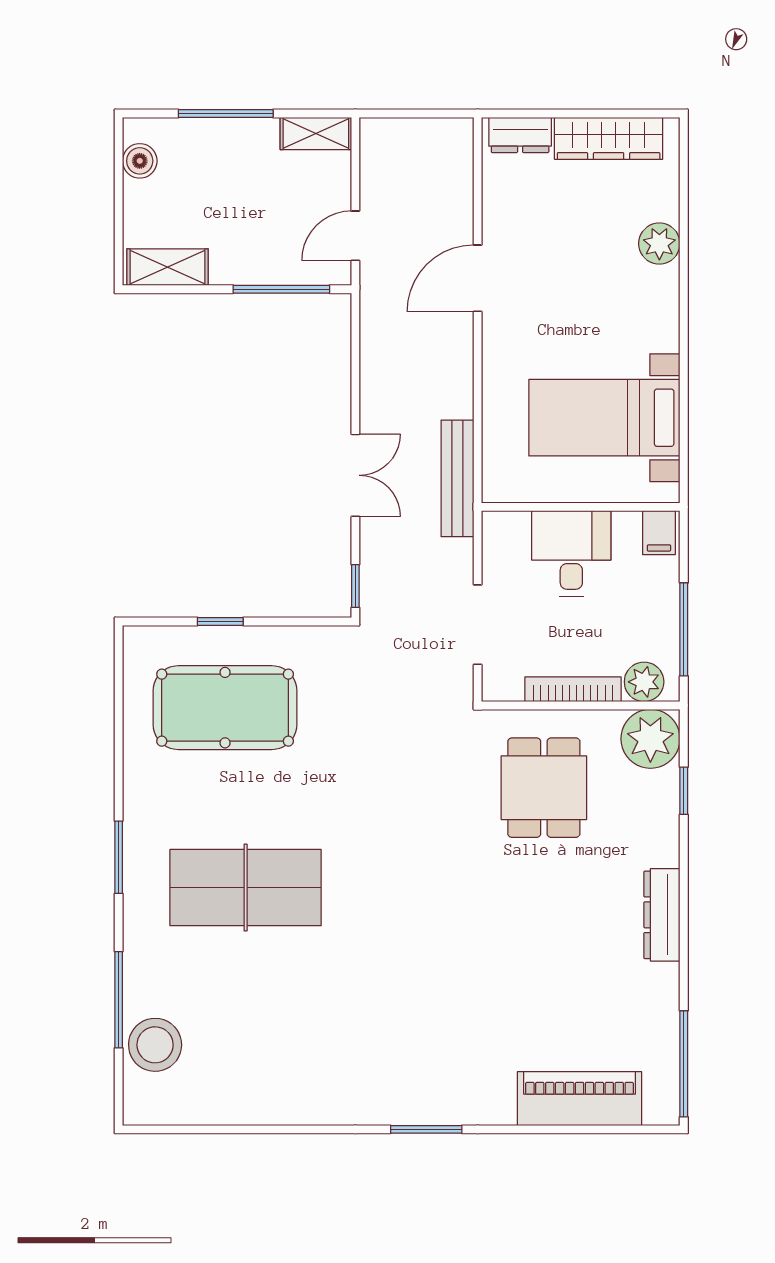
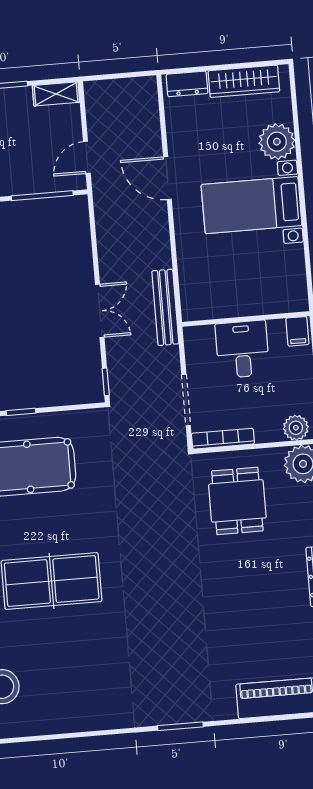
plant: (659, 244) -> (277, 142), width x1.36, depth x1.36
door: (478, 278) -> (167, 178), hinge flipped
bed with nightstands: (604, 418) -> (252, 205), moved
bookcase: (573, 689) -> (223, 439), moved

